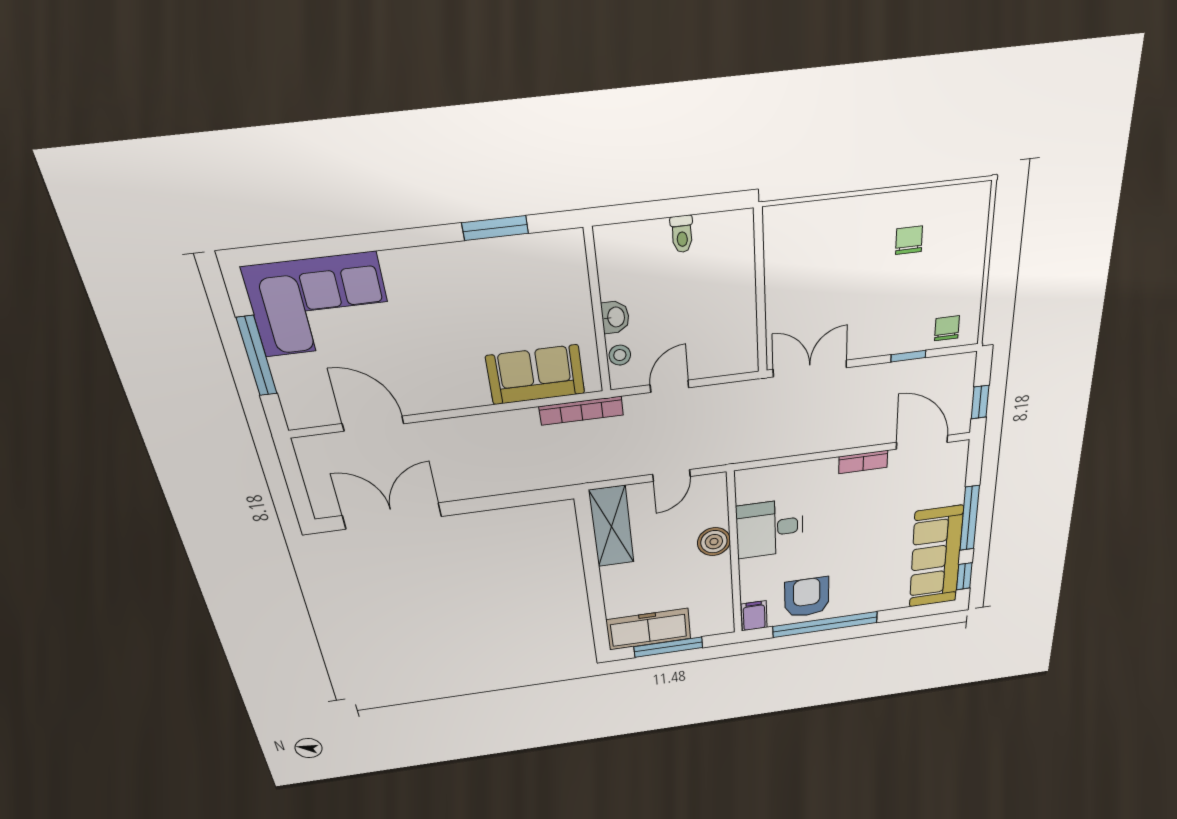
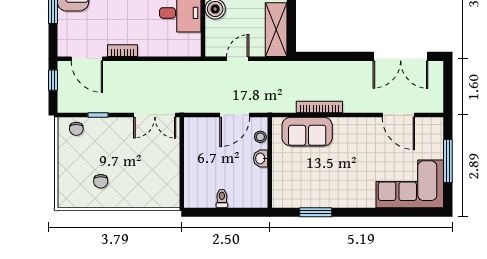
door: (669, 386) -> (235, 115), width x1.38
bookcase: (581, 411) -> (319, 107), moved

